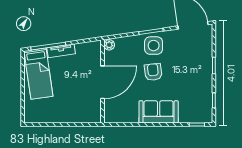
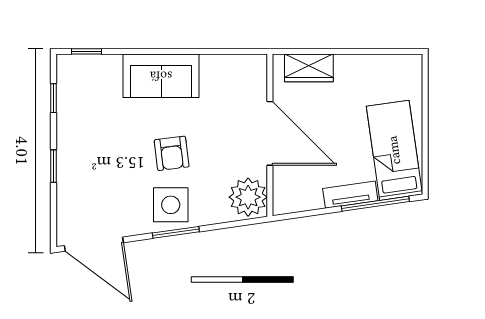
plant: (109, 45) -> (248, 197), width x1.88, depth x1.88
door: (103, 82) -> (270, 133), swing flipped
wardrobe: (83, 116) -> (309, 68), added

